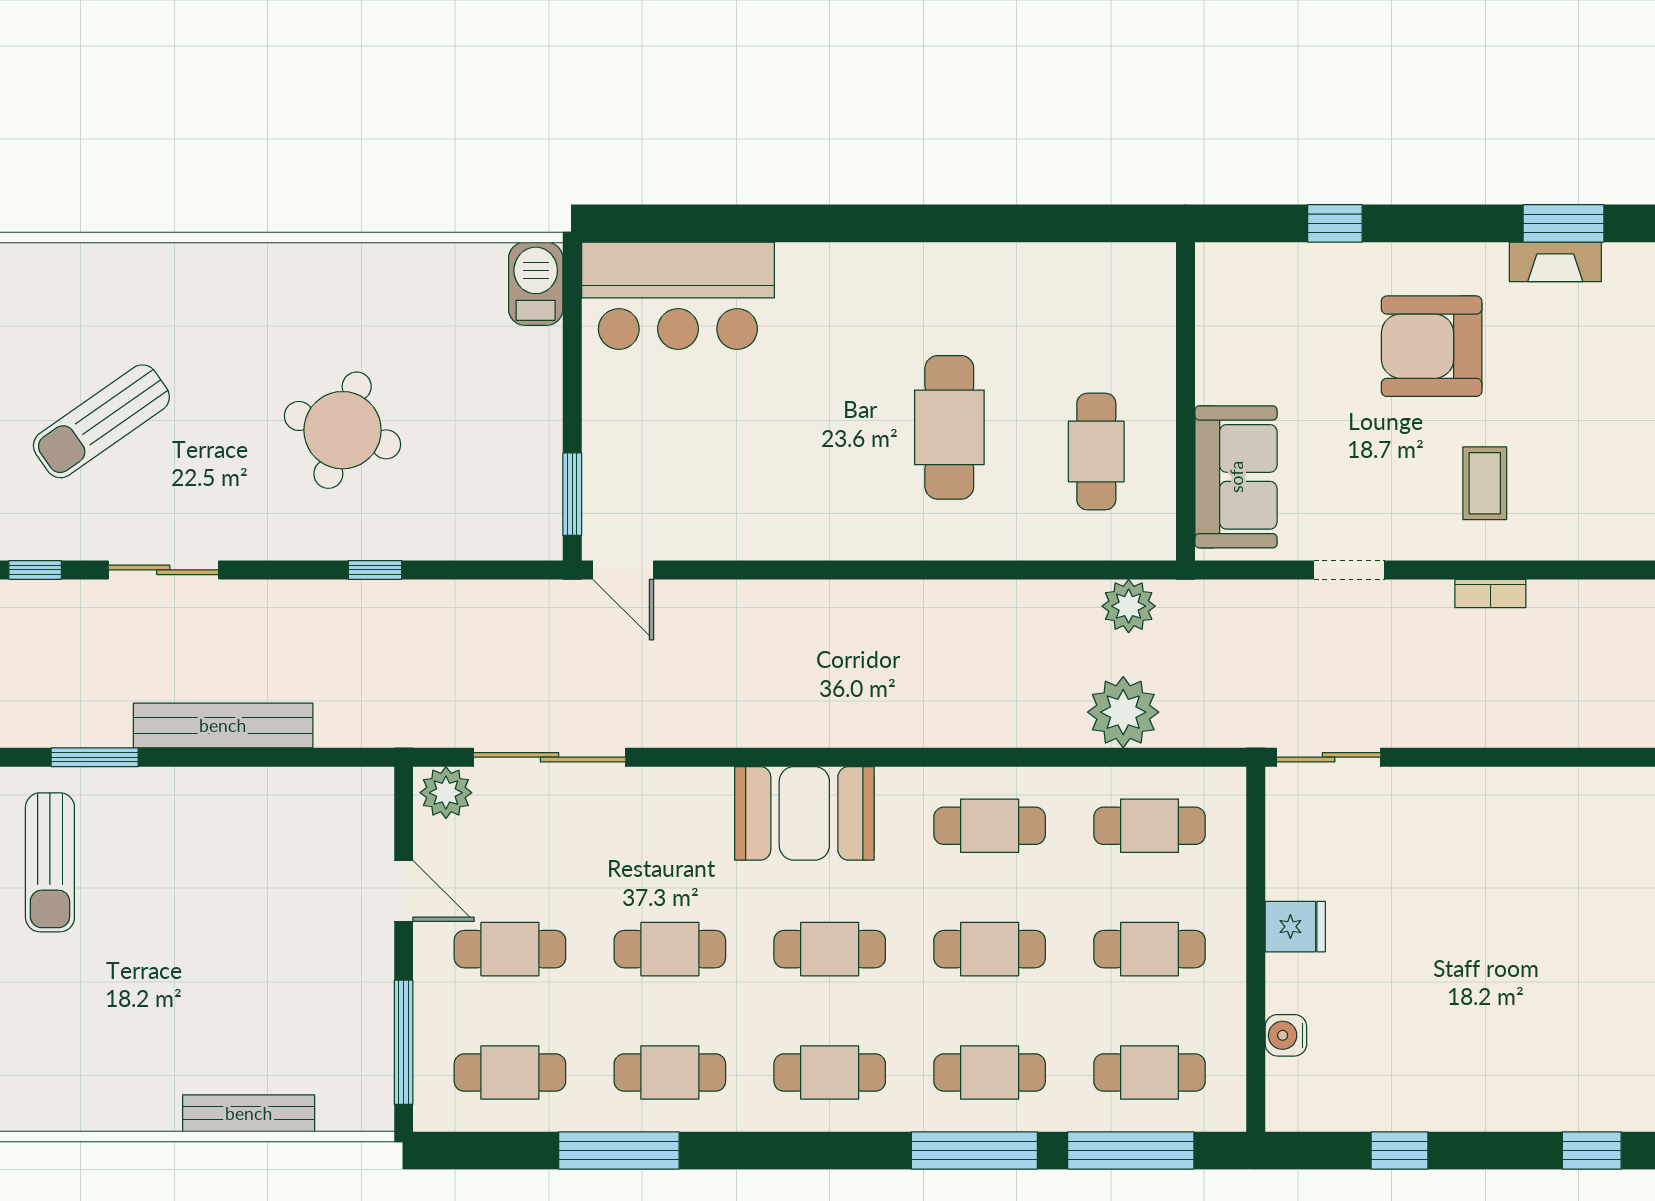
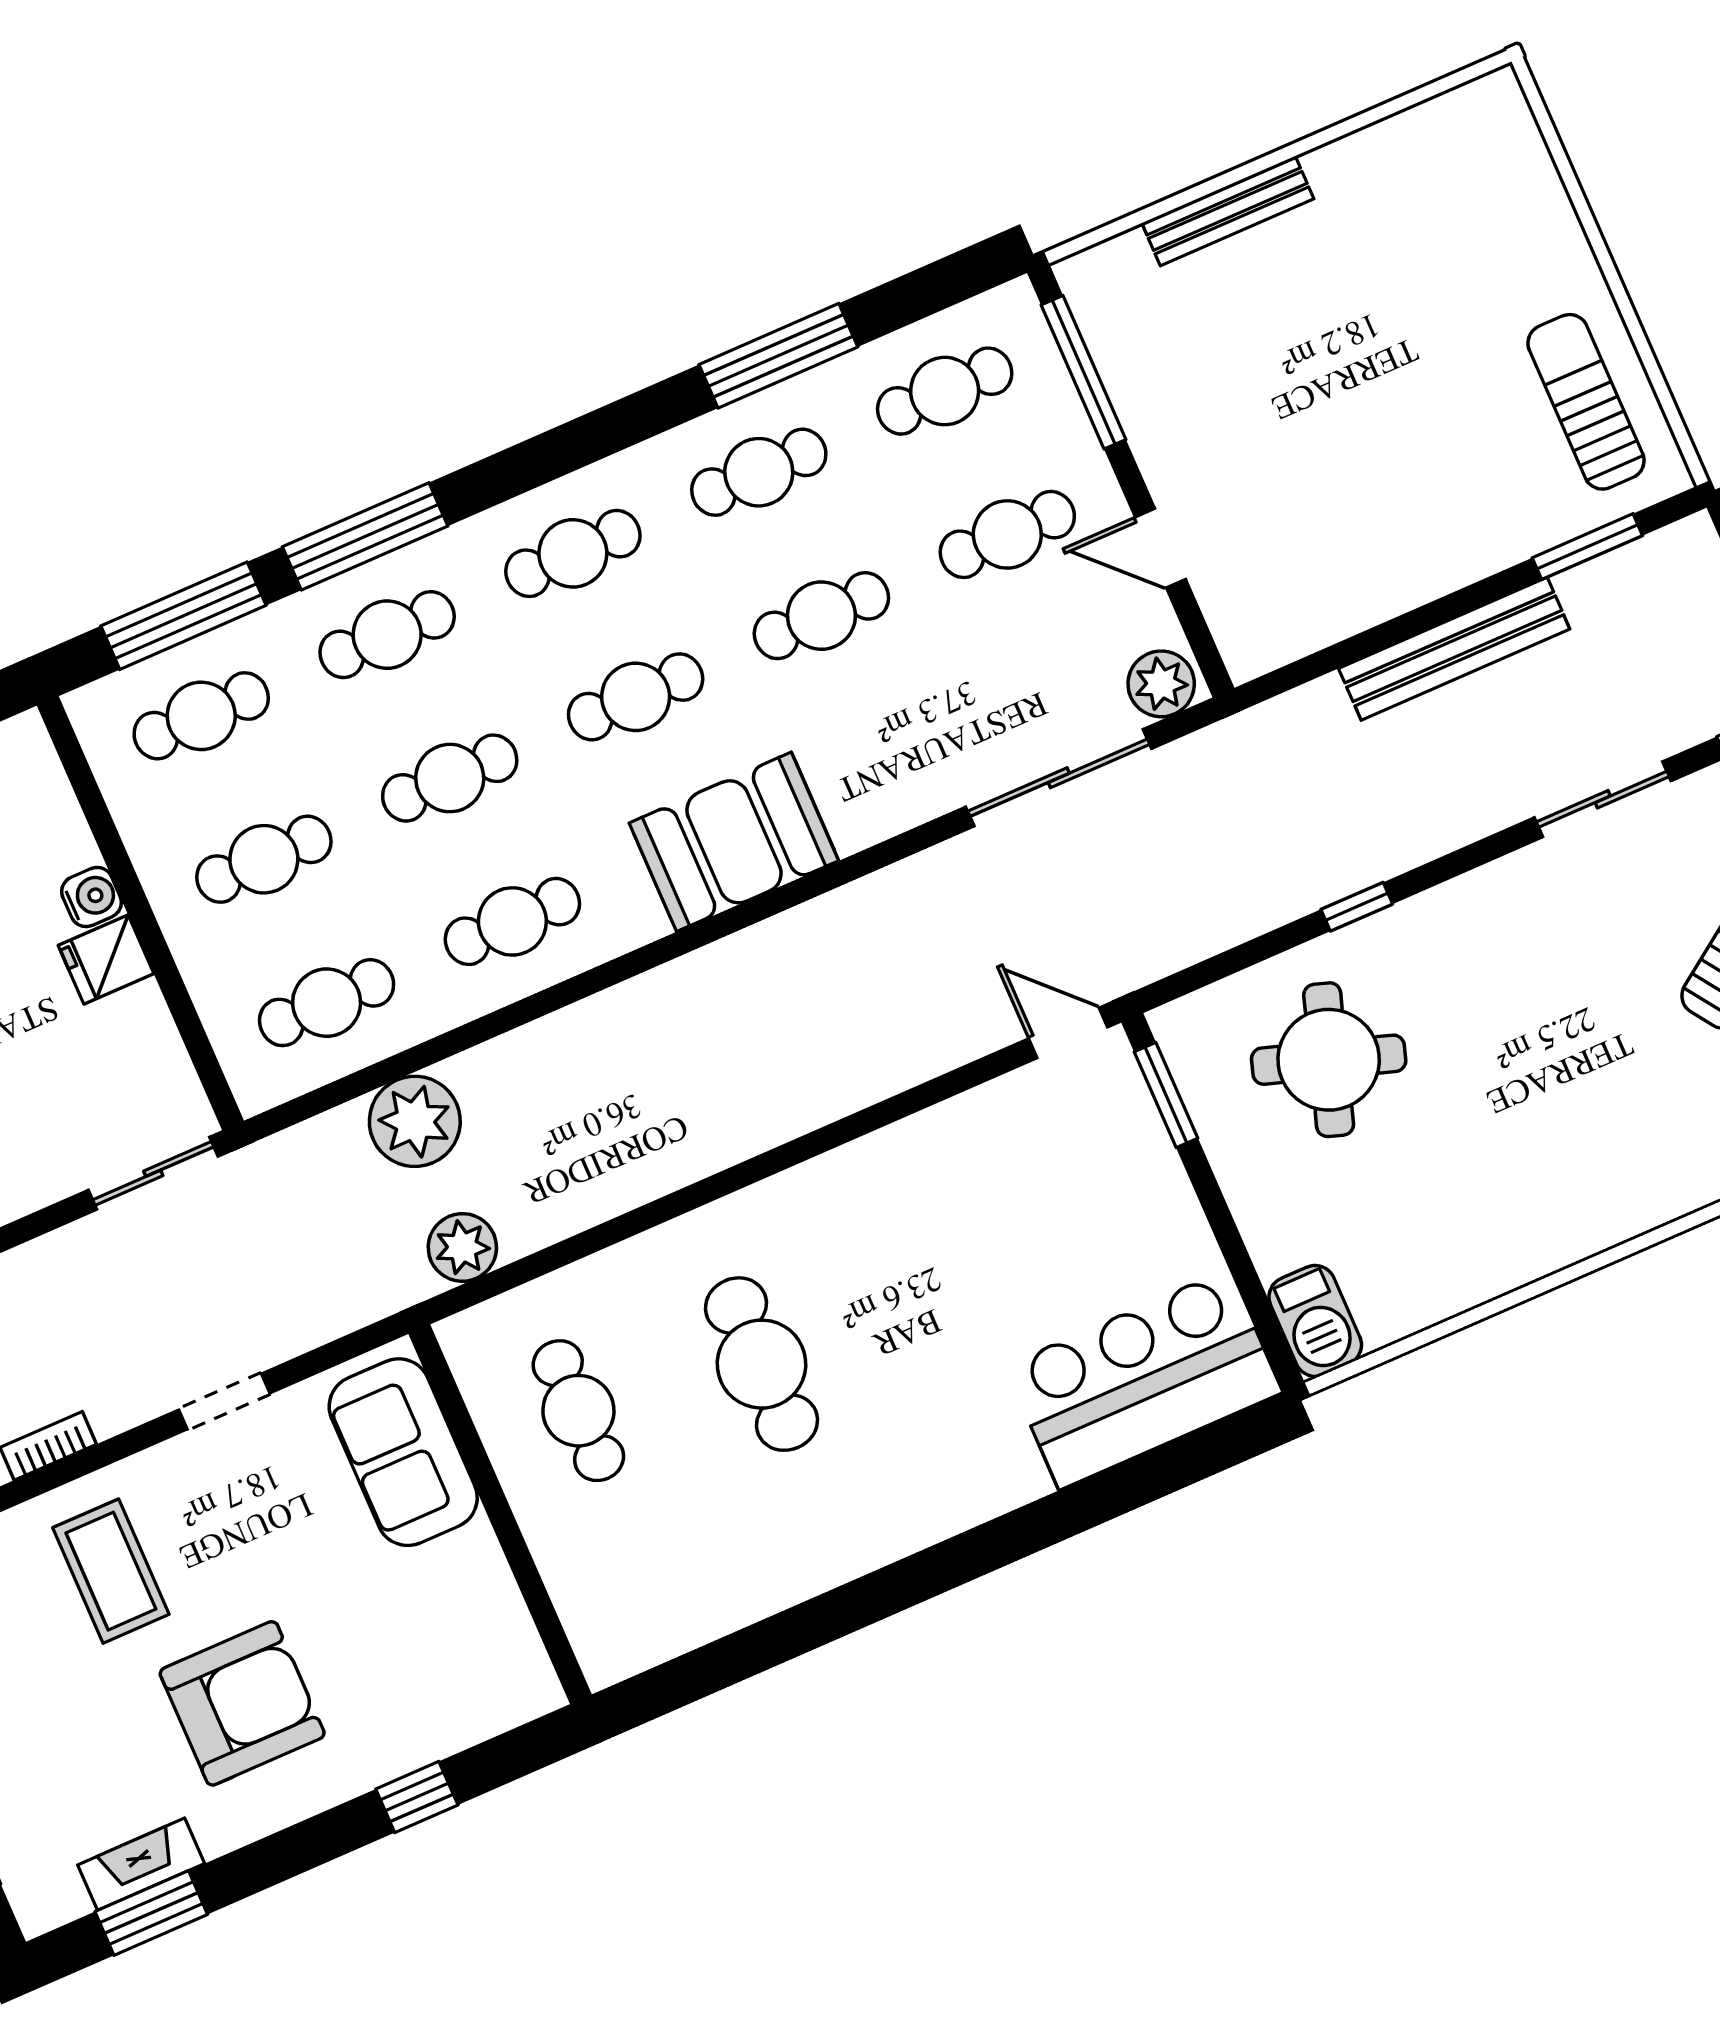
round table: (343, 430) -> (1329, 1060), moved
coffee table: (1485, 483) -> (111, 1571), width x1.36, depth x1.30
water cooler: (1286, 1035) -> (92, 897), moved

